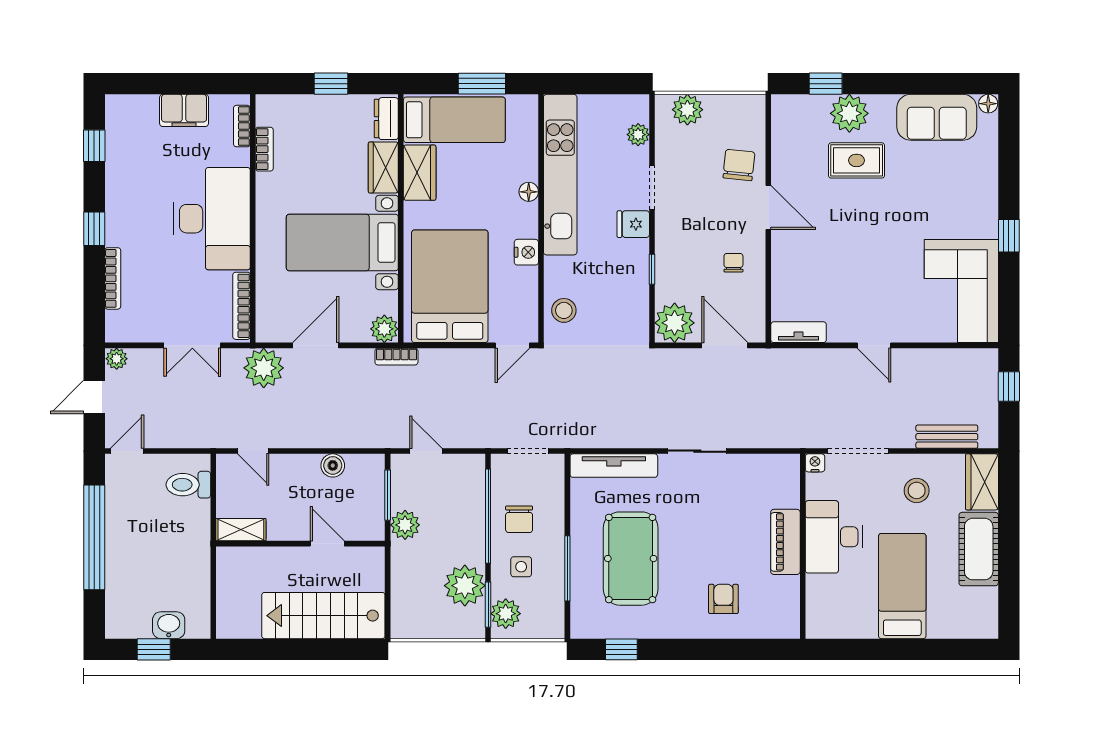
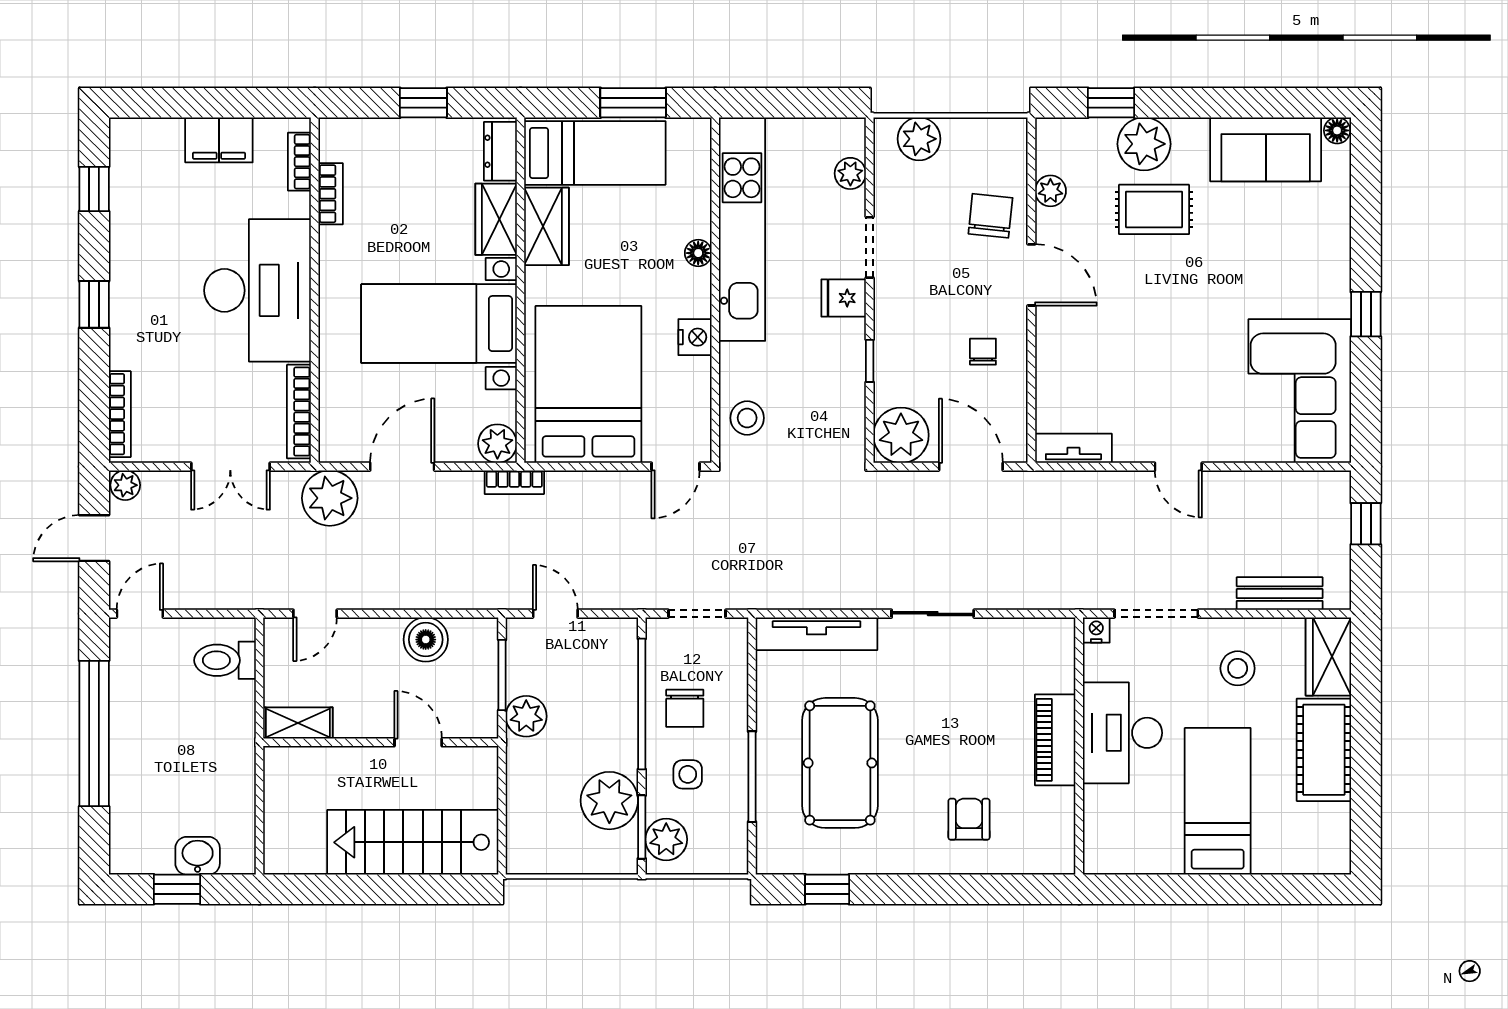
plant: (782, 147) -> (1050, 191), added
bookcase: (113, 278) -> (120, 414), moved
door: (253, 451) -> (315, 614), hinge flipped
boiler: (333, 465) -> (426, 640), width x1.36, depth x1.36

